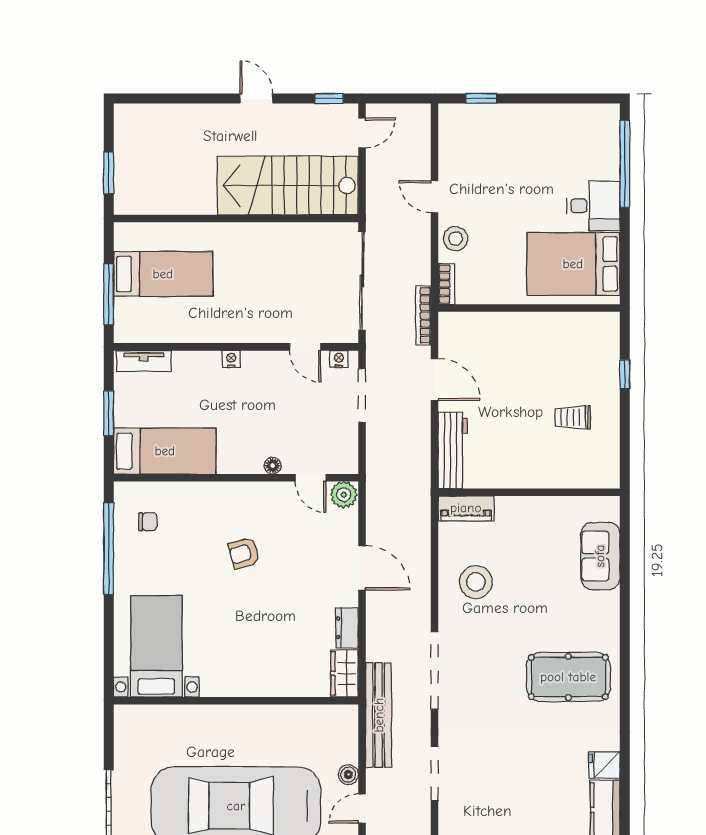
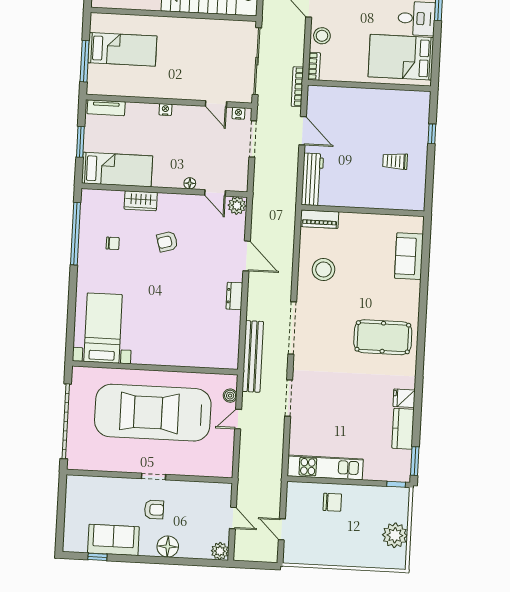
chair: (148, 522) -> (113, 243), moved
bed with nightstands: (156, 646) -> (103, 328), moved
wardrobe: (345, 673) -> (141, 201), moved, turned -90
wall: (236, 701) -> (155, 368), moved

